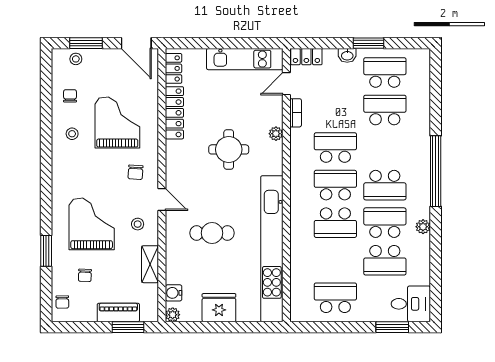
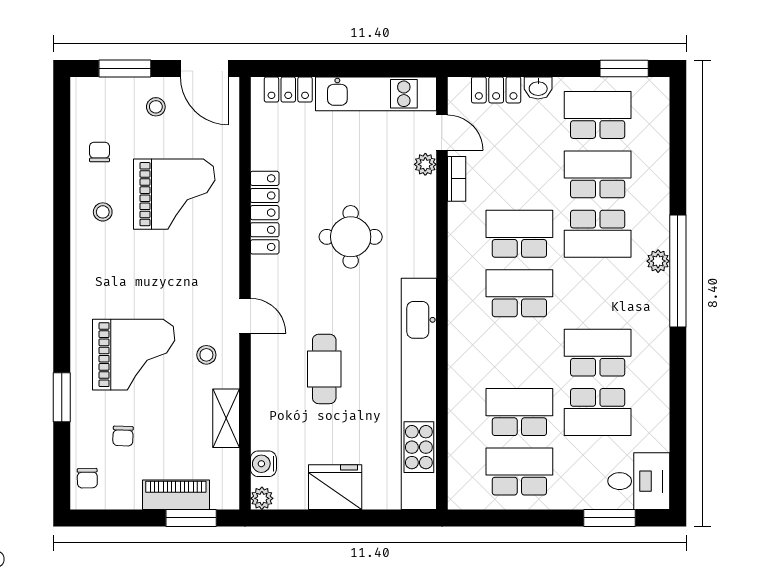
window: (368, 43) -> (624, 68), moved
locker: (306, 57) -> (496, 90), moved
stool: (76, 59) -> (156, 107), moved
locker: (173, 68) -> (288, 89), moved, turned 90
door: (286, 84) -> (442, 133), swing flipped
locker: (174, 113) -> (265, 213), moved
grand piano: (117, 123) -> (174, 194), turned 90
plant: (276, 134) -> (425, 164), moved
chair: (135, 172) -> (203, 273), removed
school desk: (385, 185) -> (598, 234), moved
school desk: (335, 223) -> (519, 412), moved, turned 180
grand piano: (92, 224) -> (134, 355), turned 90
plant: (423, 227) -> (658, 261), moved
cafe table: (212, 233) -> (324, 369), turned 90

